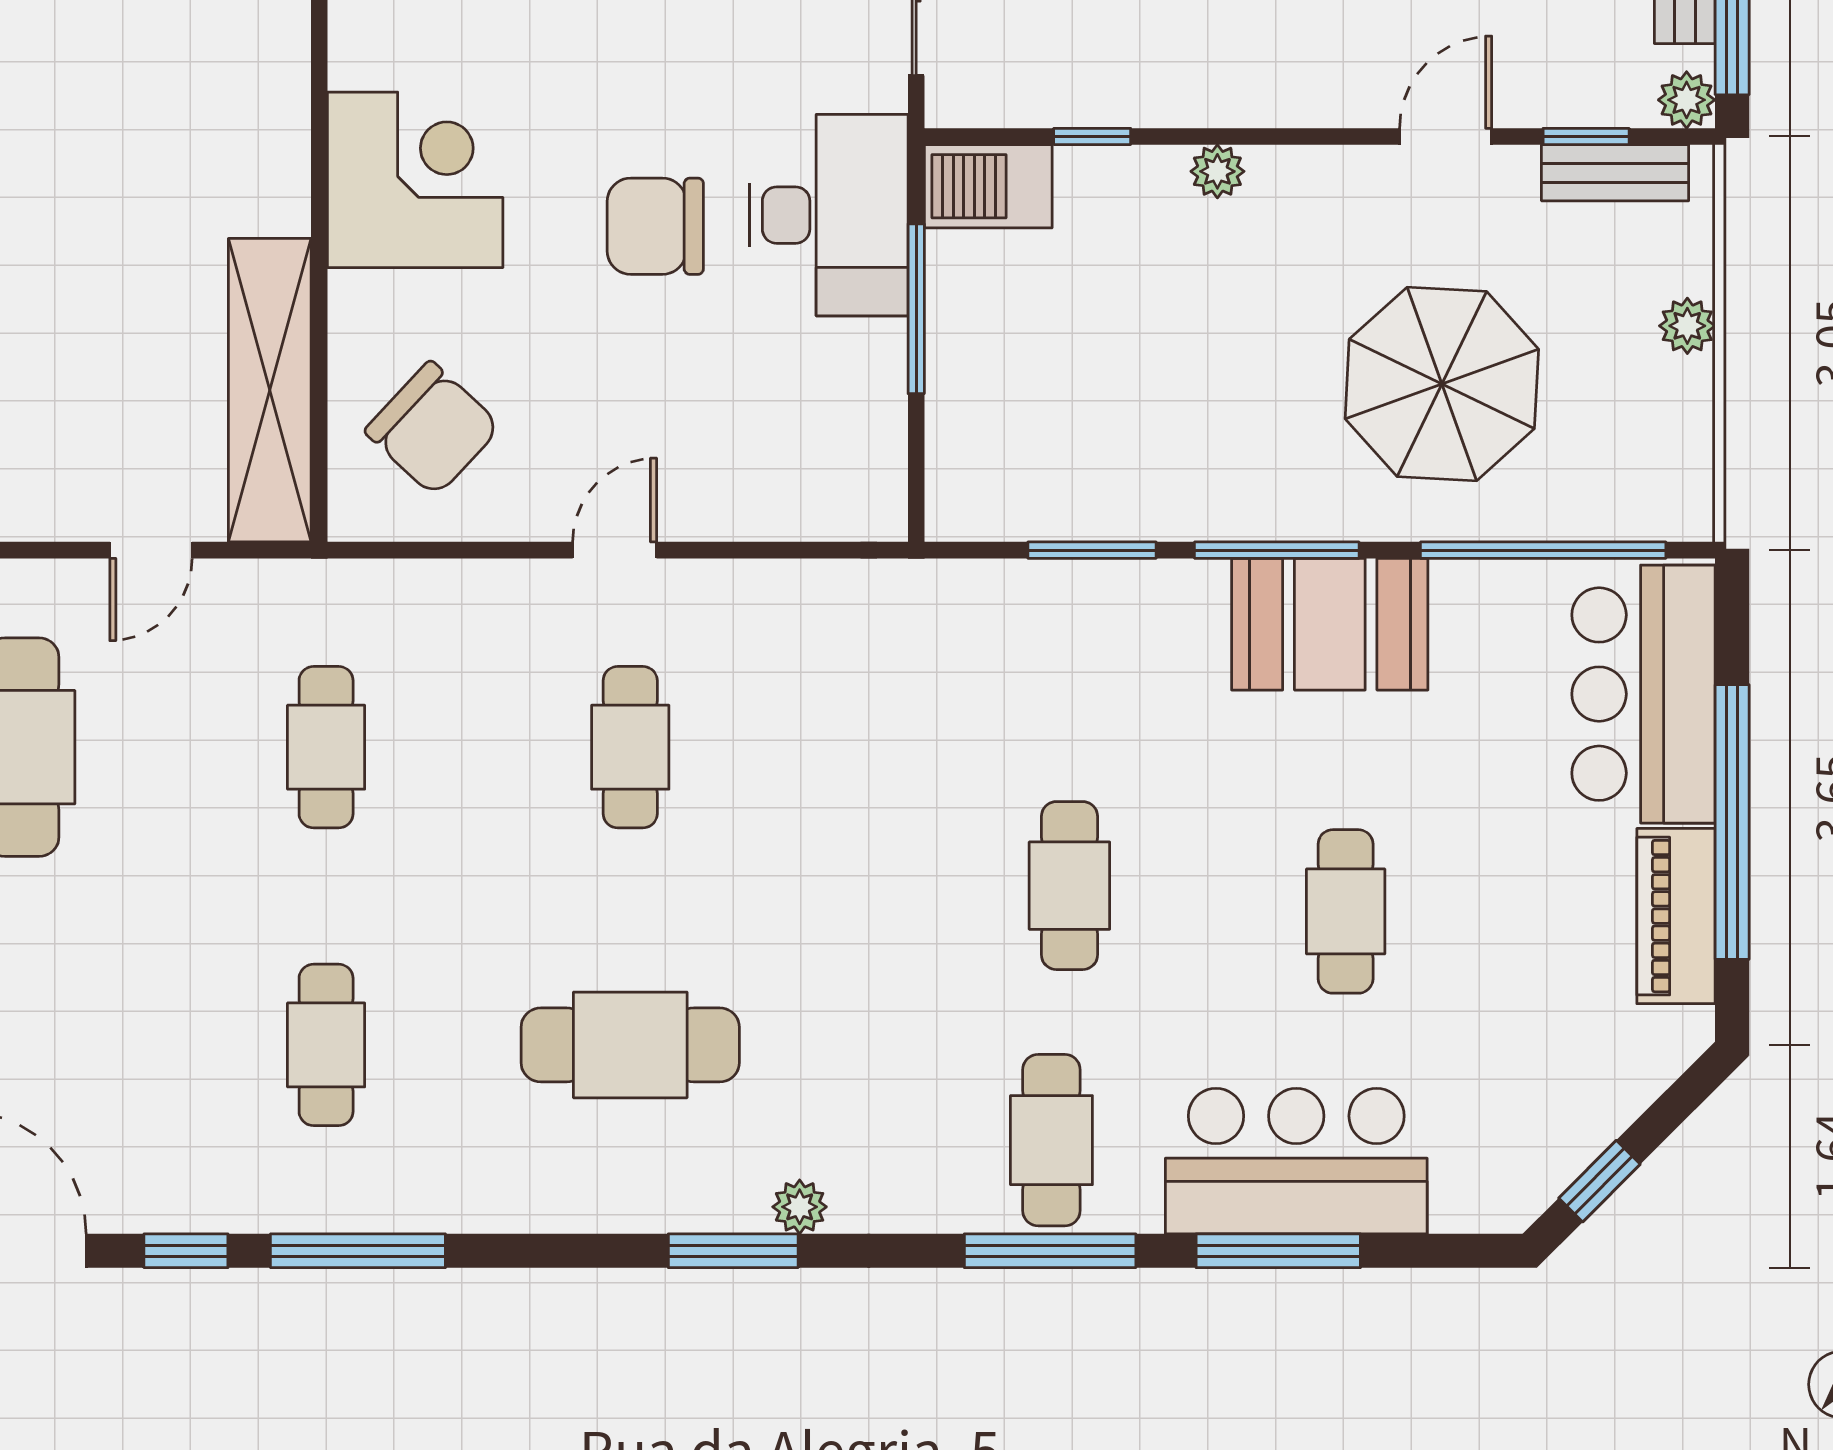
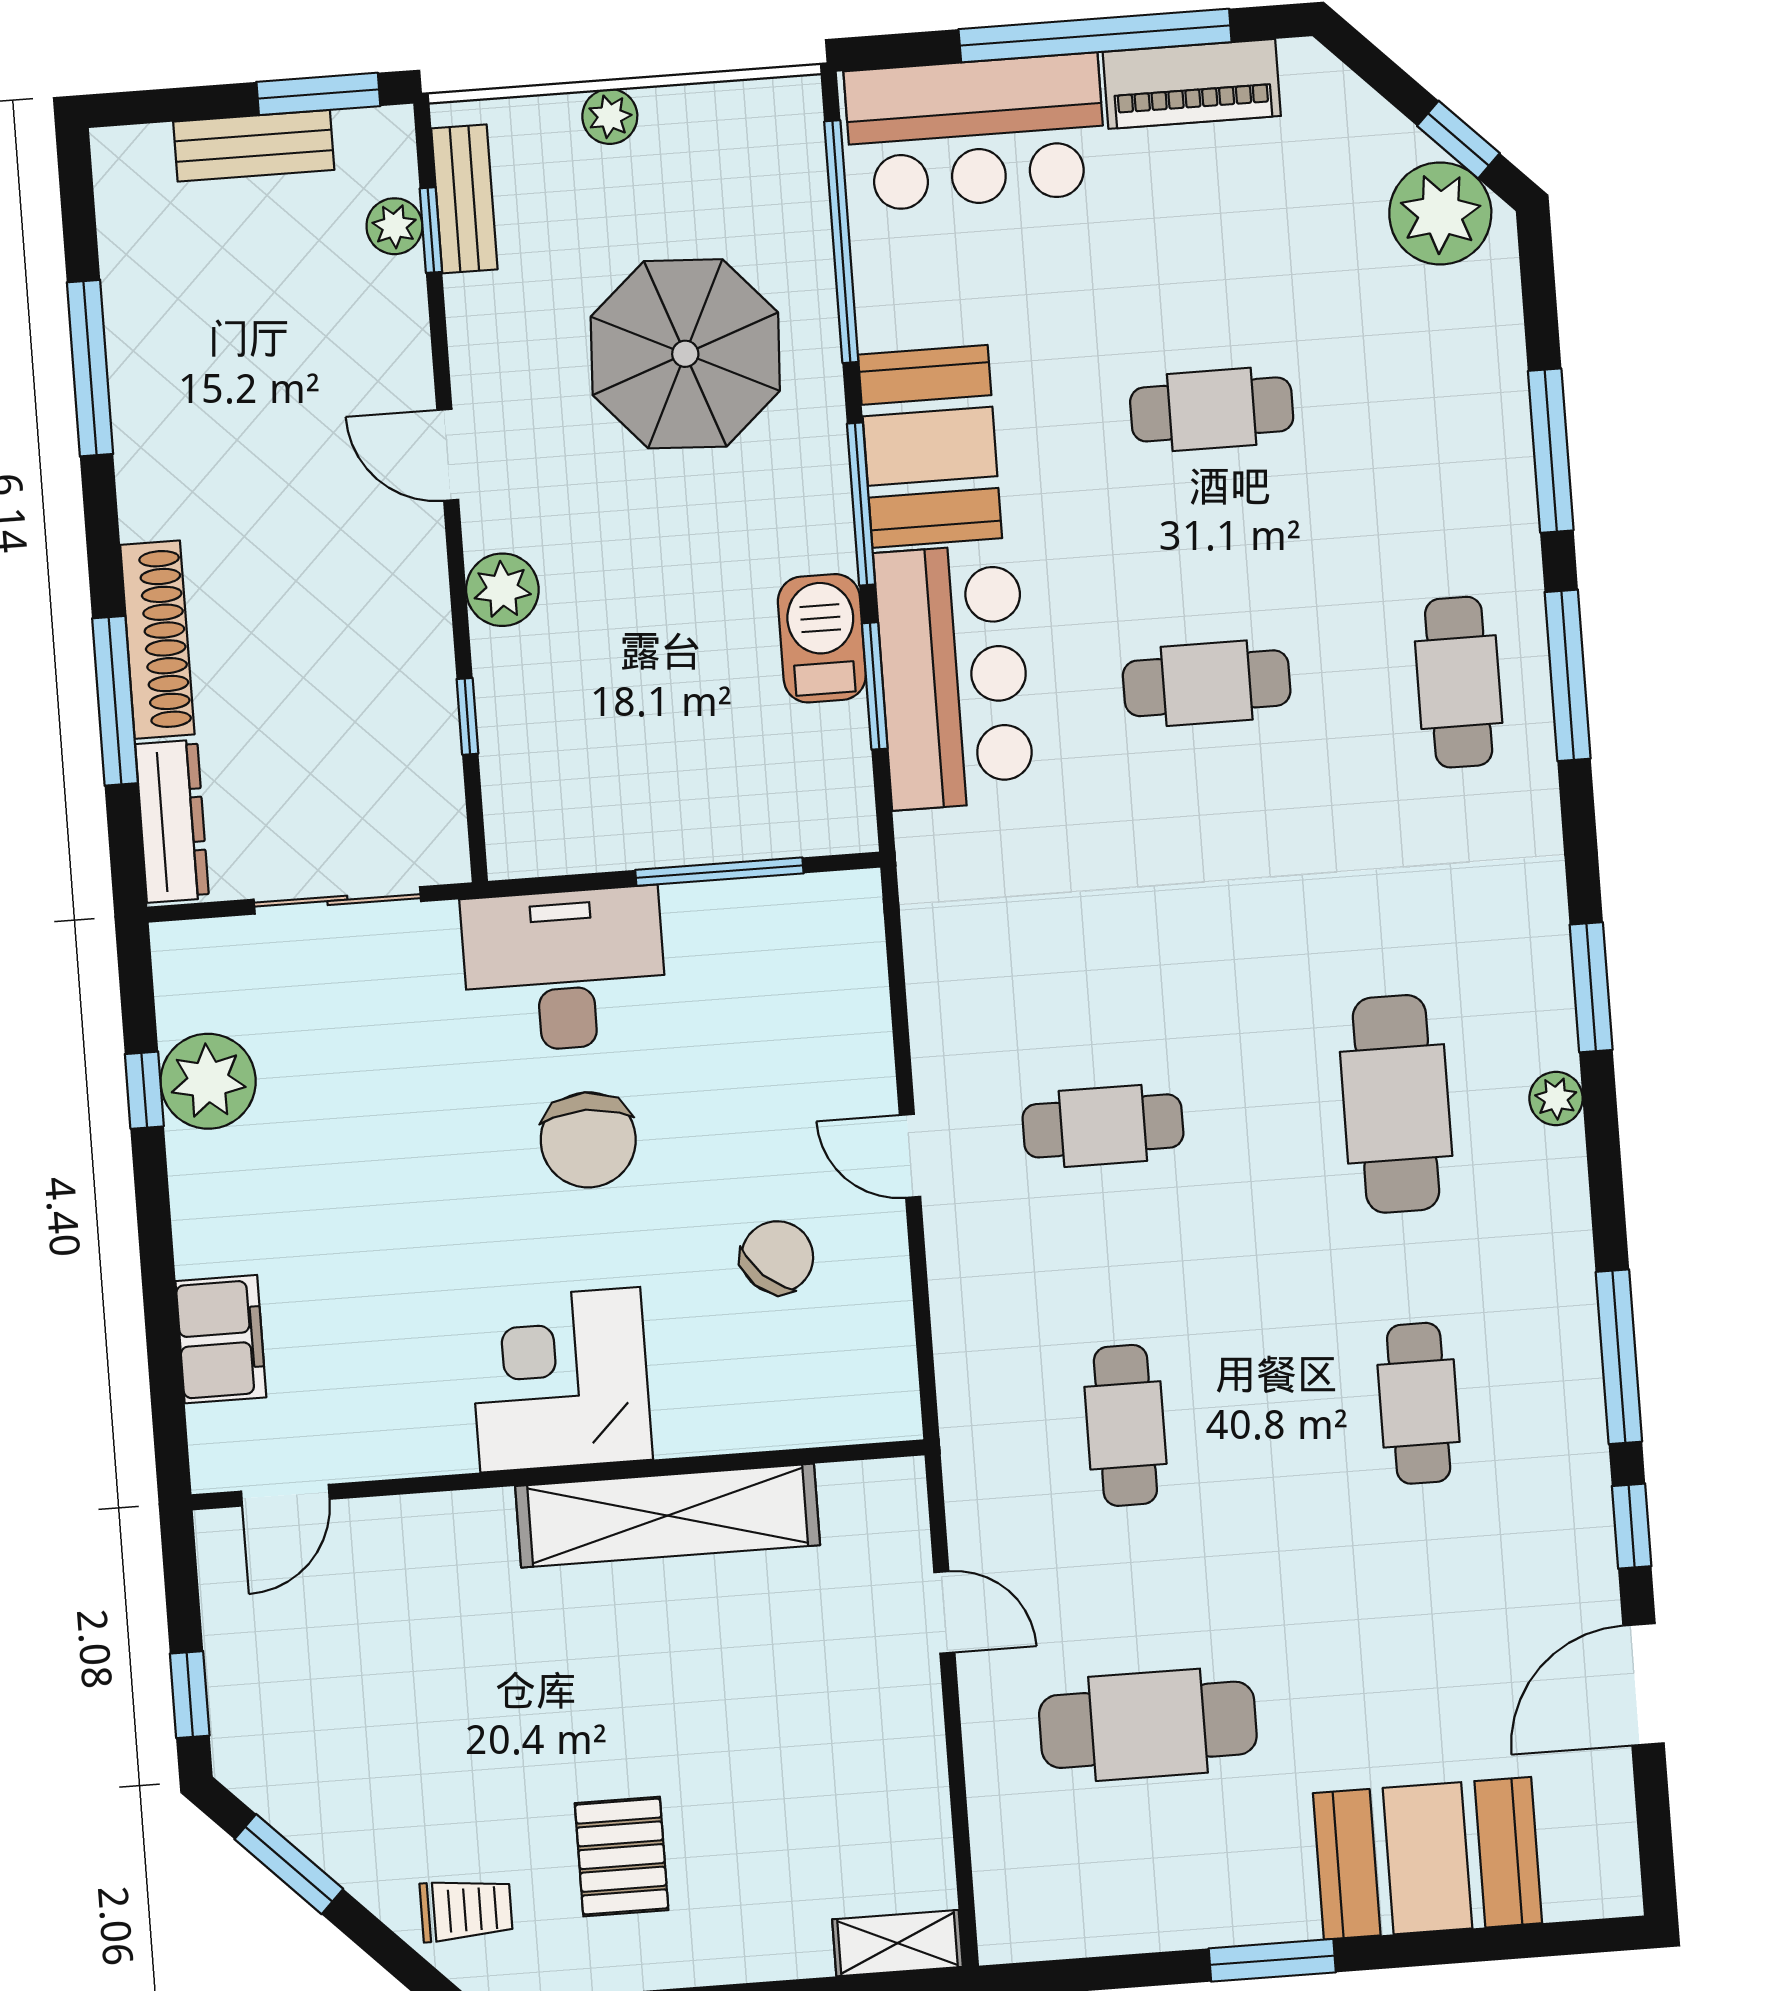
plant: (1687, 100) -> (394, 226), moved
door: (1446, 136) -> (448, 455), moved
plant: (1217, 171) -> (502, 590), width x1.38, depth x1.38
barbecue: (988, 186) -> (822, 638), moved, turned 180
window: (916, 309) -> (719, 872), moved
shelving: (270, 390) -> (668, 1516), moved
chair: (433, 429) -> (777, 1257), moved, width x0.73, depth x0.73
cafe table: (326, 747) -> (1125, 1425), turned 90
cafe table: (326, 1045) -> (1419, 1403), turned 90
cafe table: (1051, 1140) -> (1459, 682), turned 90
plant: (1526, 1157) -> (1440, 213), added
bar counter: (1296, 1161) -> (954, 677), moved, turned 180
plant: (800, 1207) -> (1556, 1098), moved

